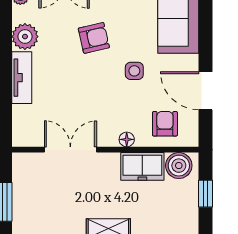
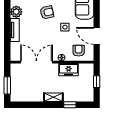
double door: (70, 150) -> (36, 62), width x1.37
boiler: (179, 166) -> (85, 69), removed

